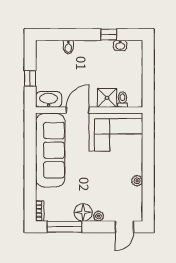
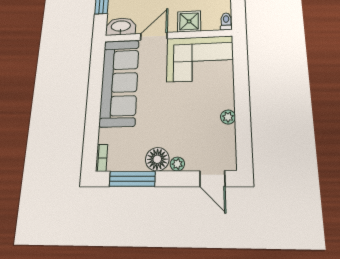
toilet: (123, 100) -> (226, 21), moved
door: (124, 227) -> (212, 179), hinge flipped

